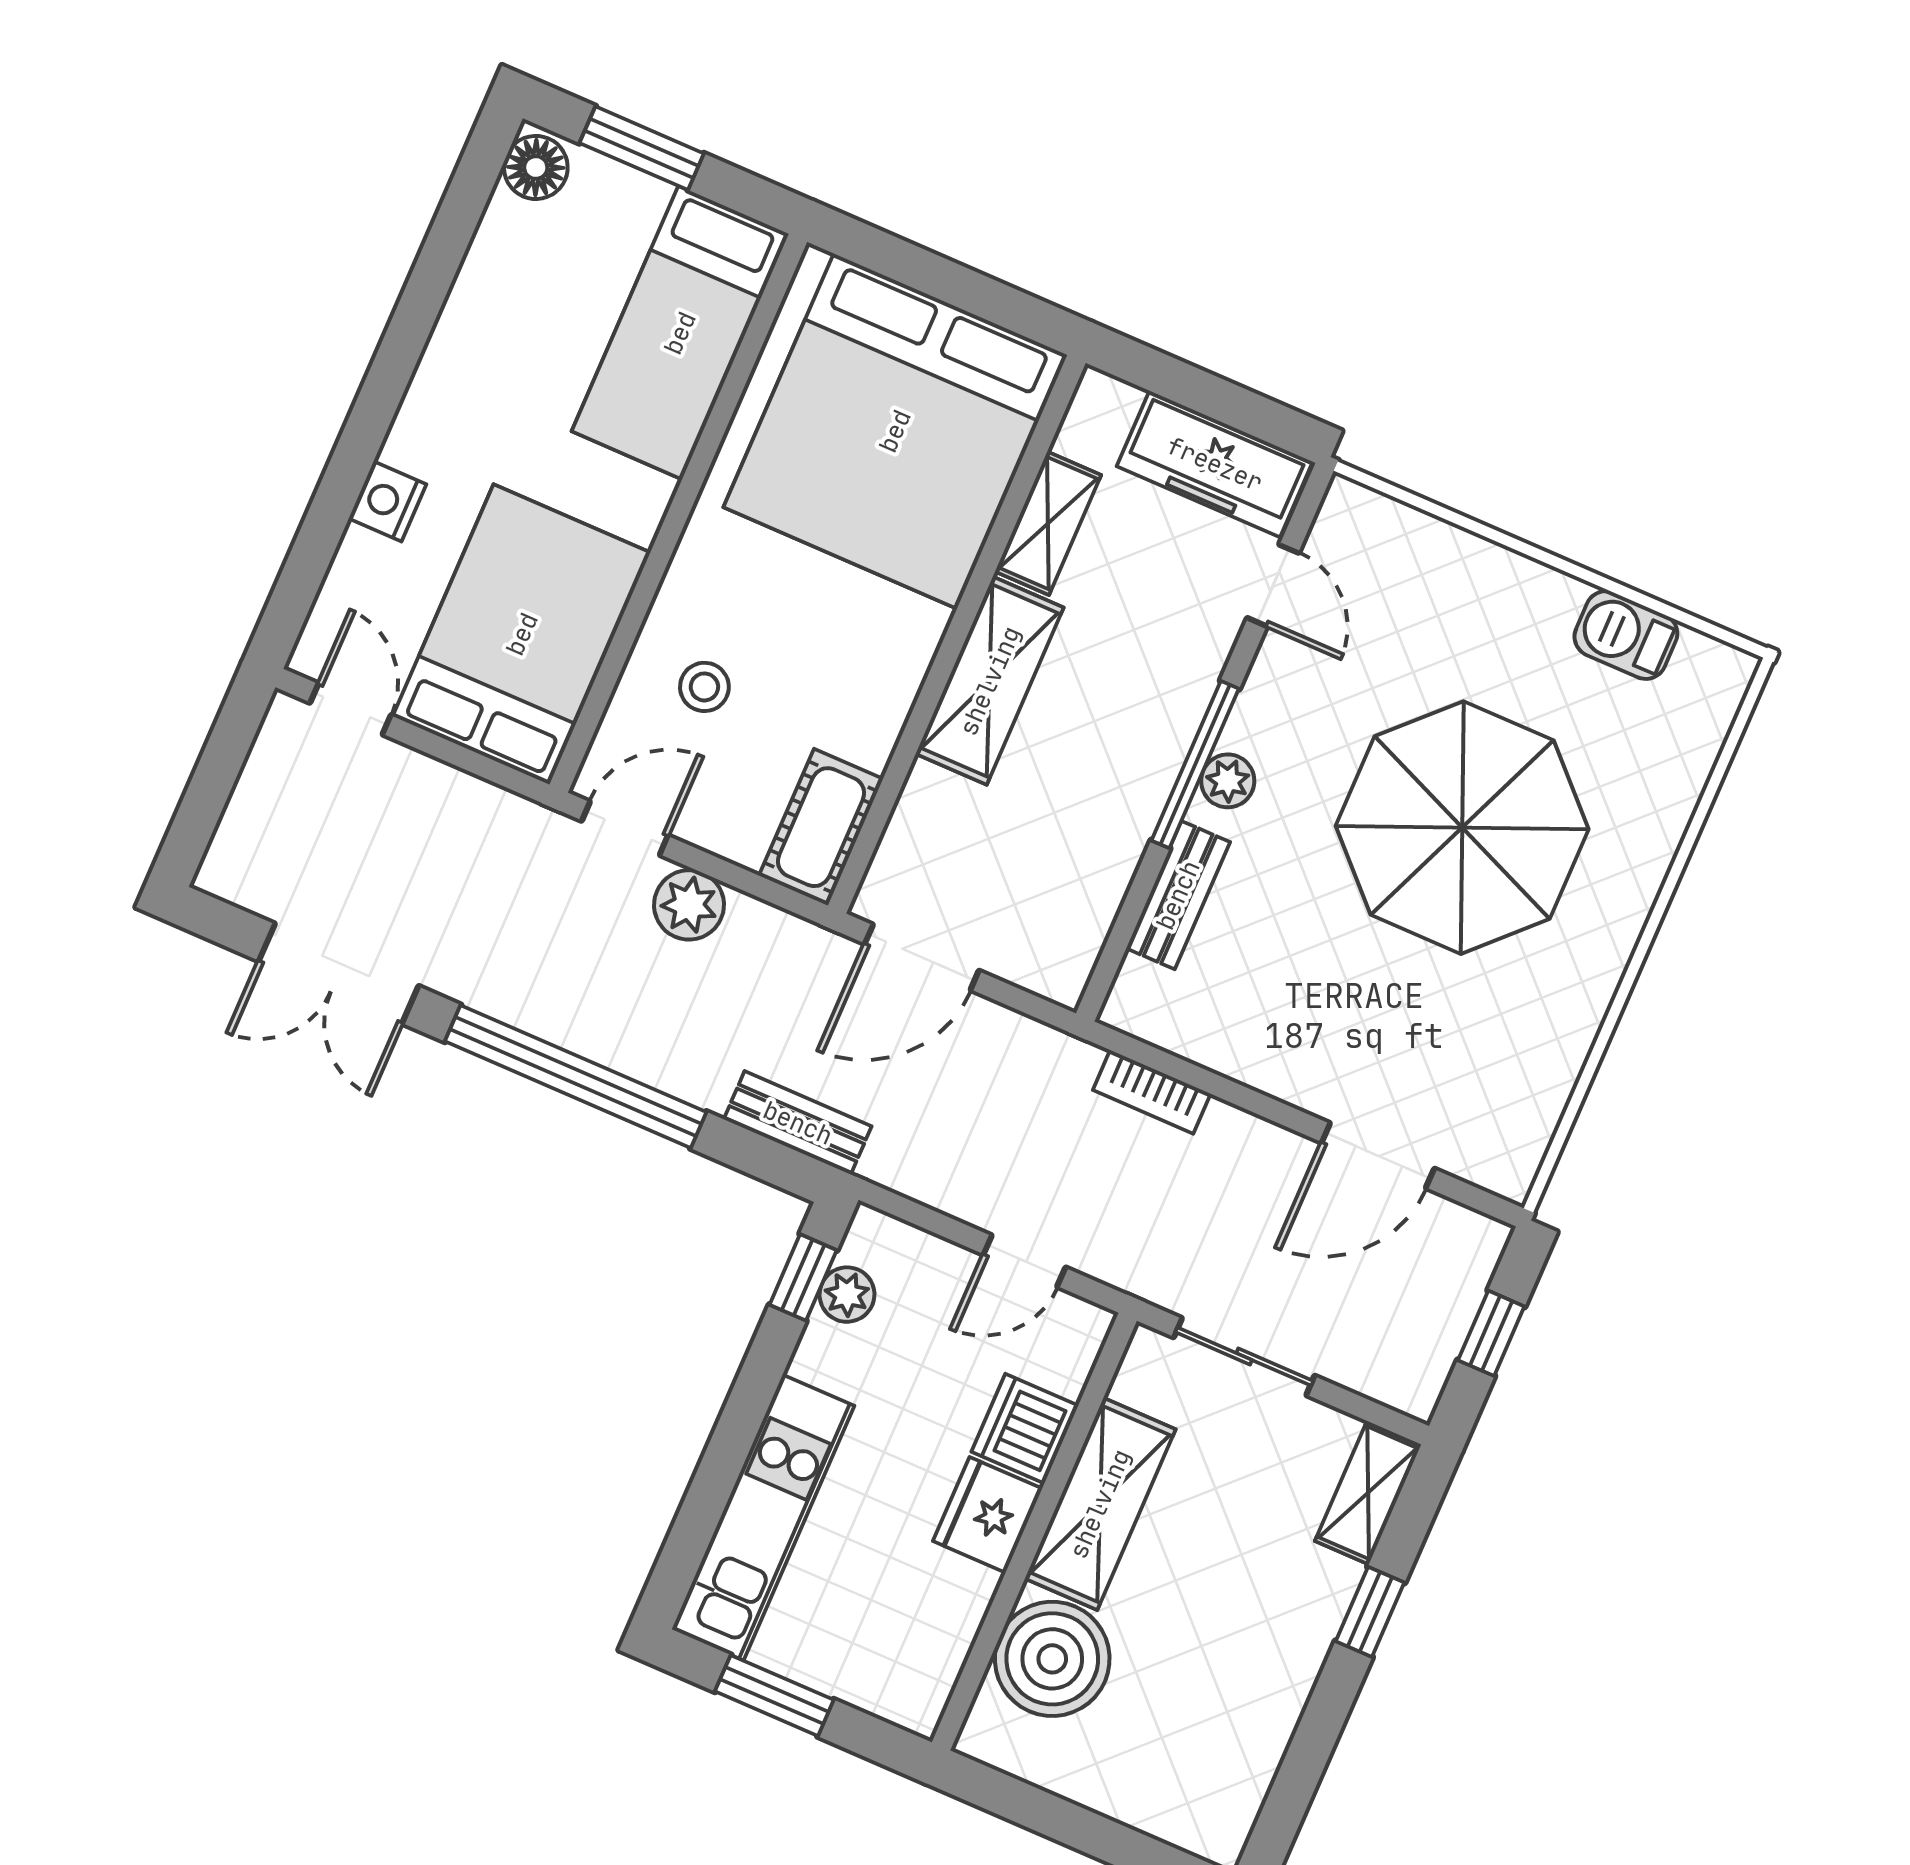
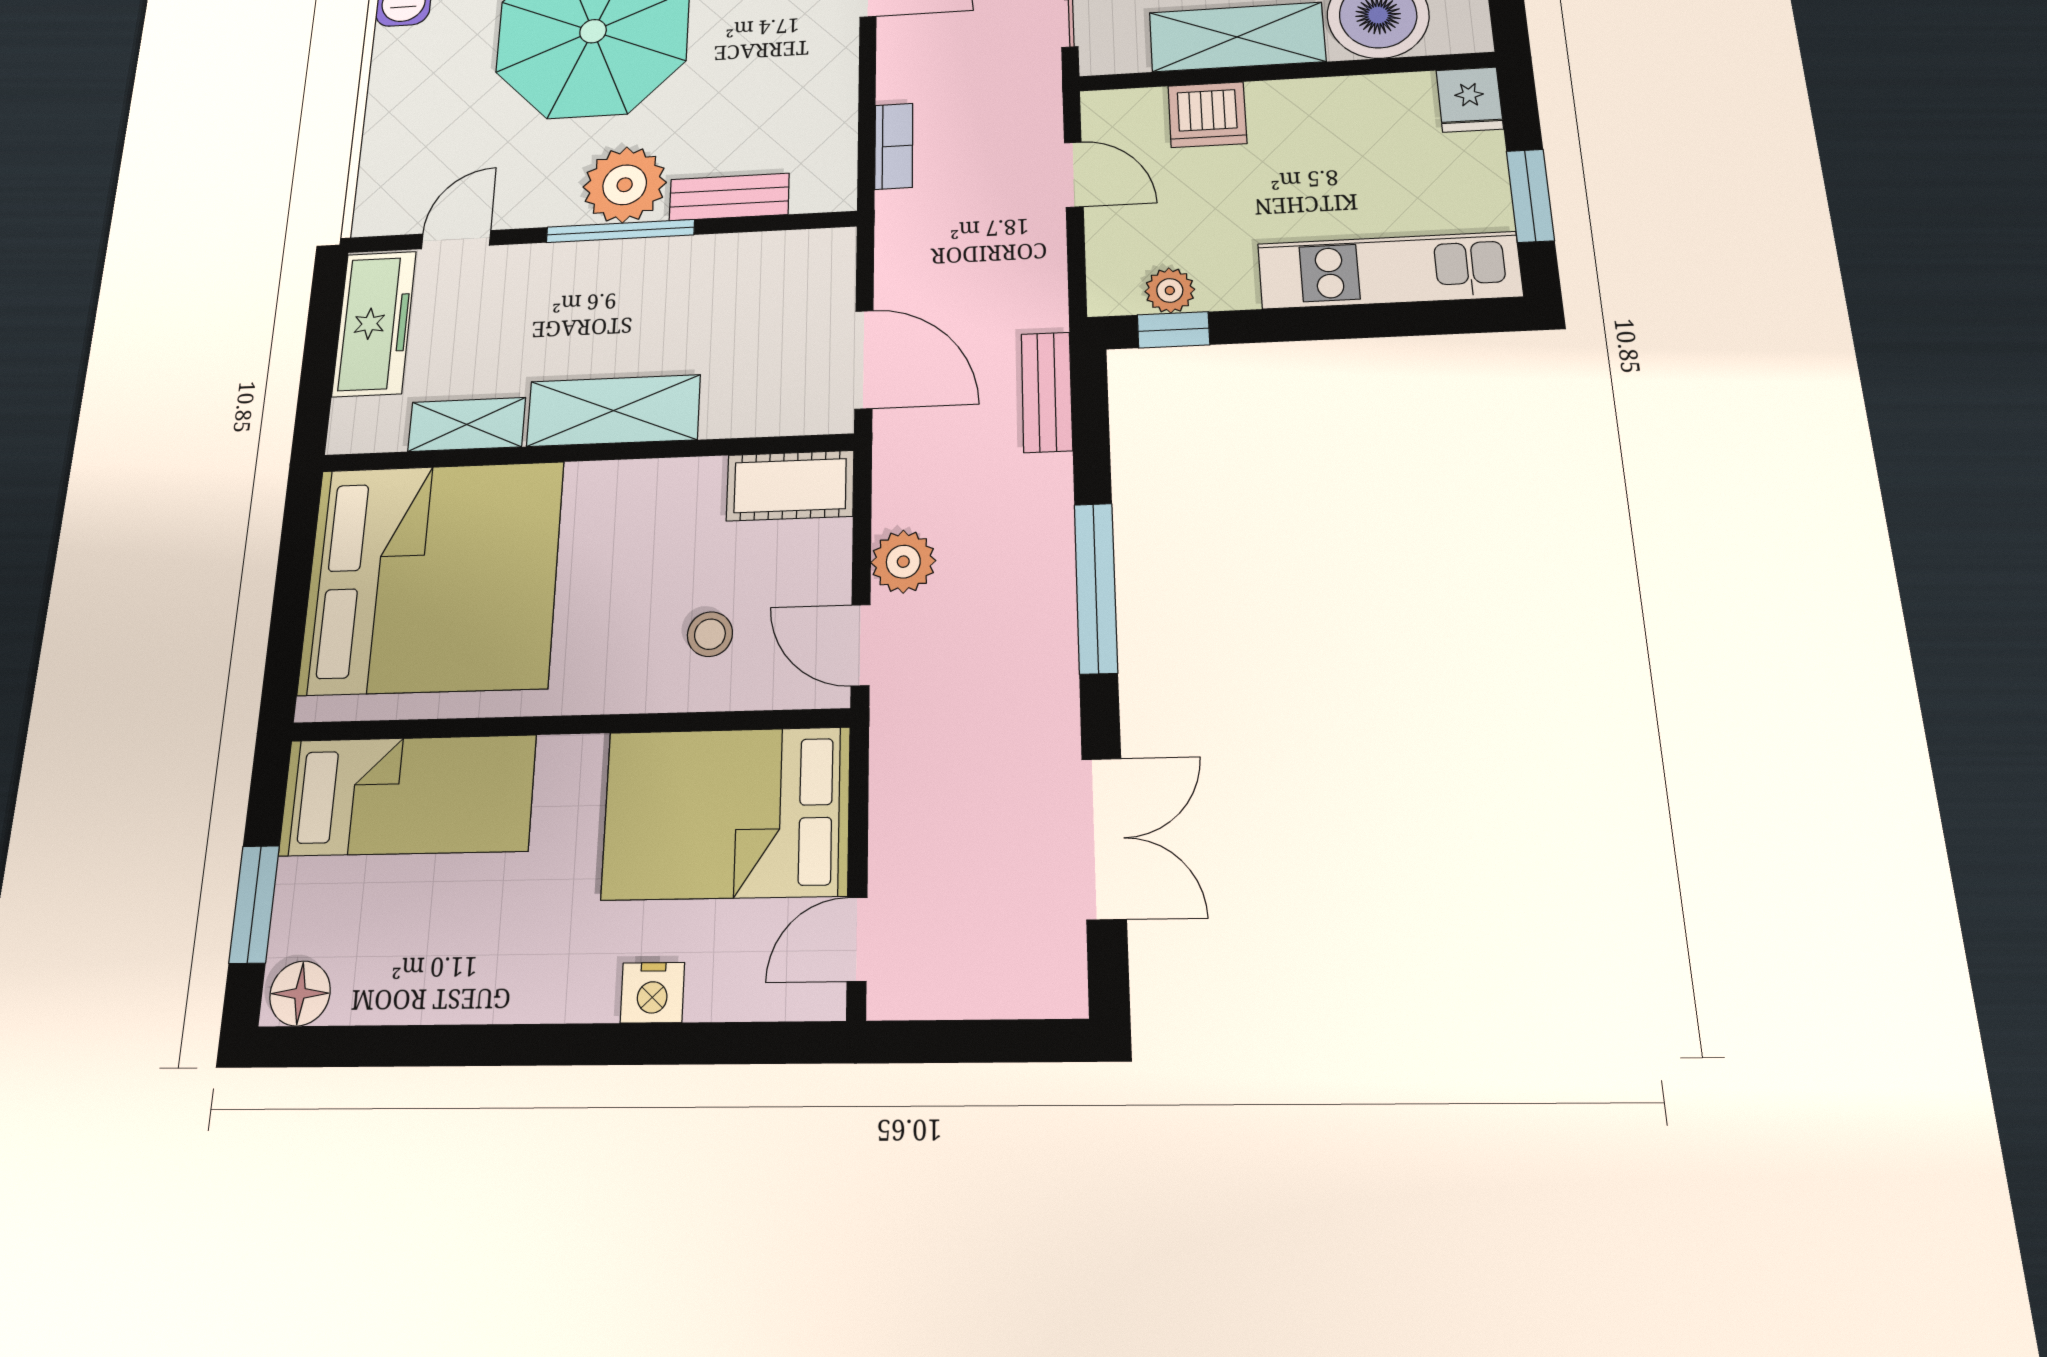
plant: (1228, 781) -> (625, 185), width x1.87, depth x1.87
window: (576, 1077) -> (1096, 588), width x0.68
fridge: (988, 1515) -> (1470, 100), moved, width x0.72

